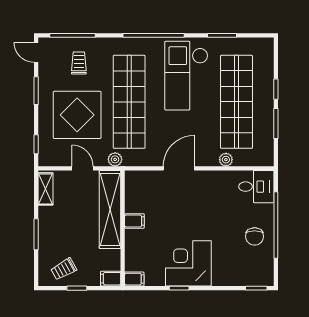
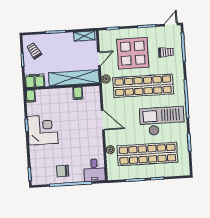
filing cabinet: (134, 221) -> (78, 93), moved
filing cabinet: (111, 279) -> (35, 81), width x2.00

